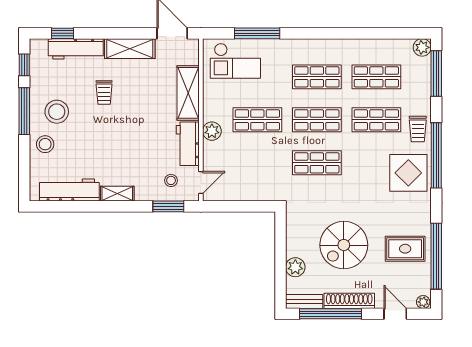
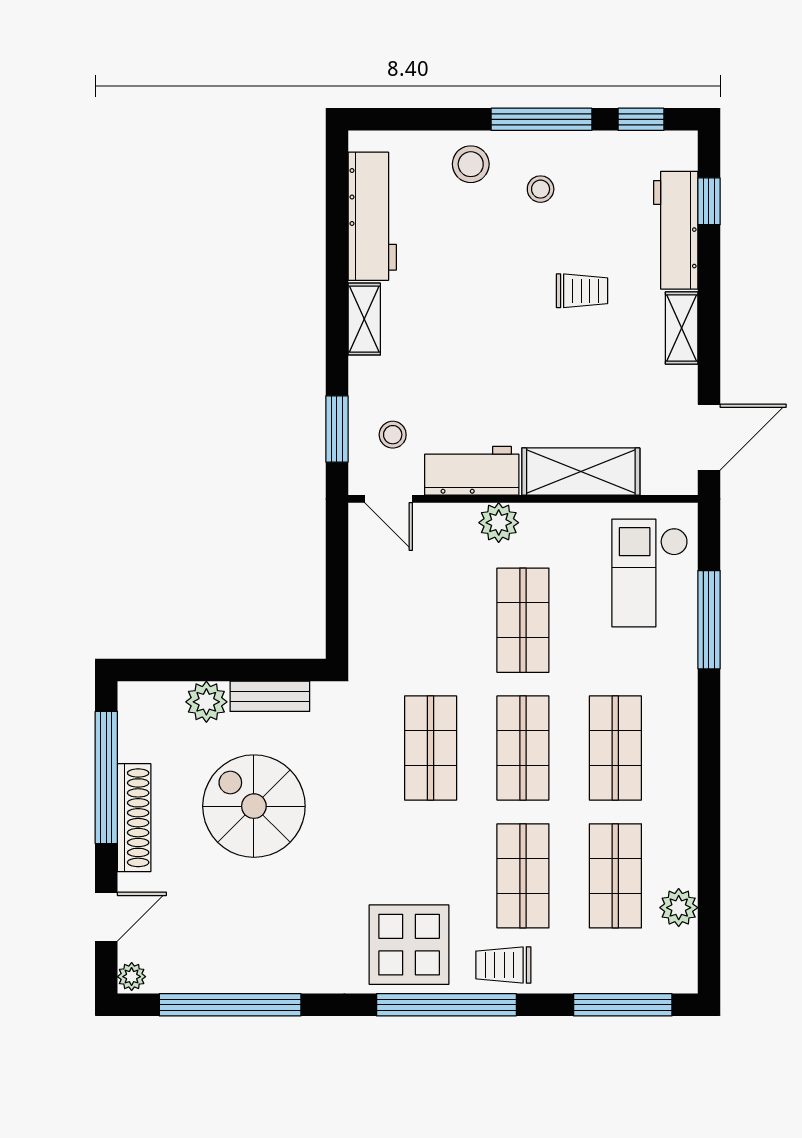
plant: (422, 47) -> (679, 908), moved
shelving: (130, 49) -> (682, 328), width x0.67, depth x0.75
trolley: (104, 92) -> (582, 291), turned 180
stool: (57, 112) -> (541, 189), width x0.53, depth x0.53
rug: (405, 249) -> (246, 938), removed
bench: (304, 301) -> (270, 696), moved, turned 90

